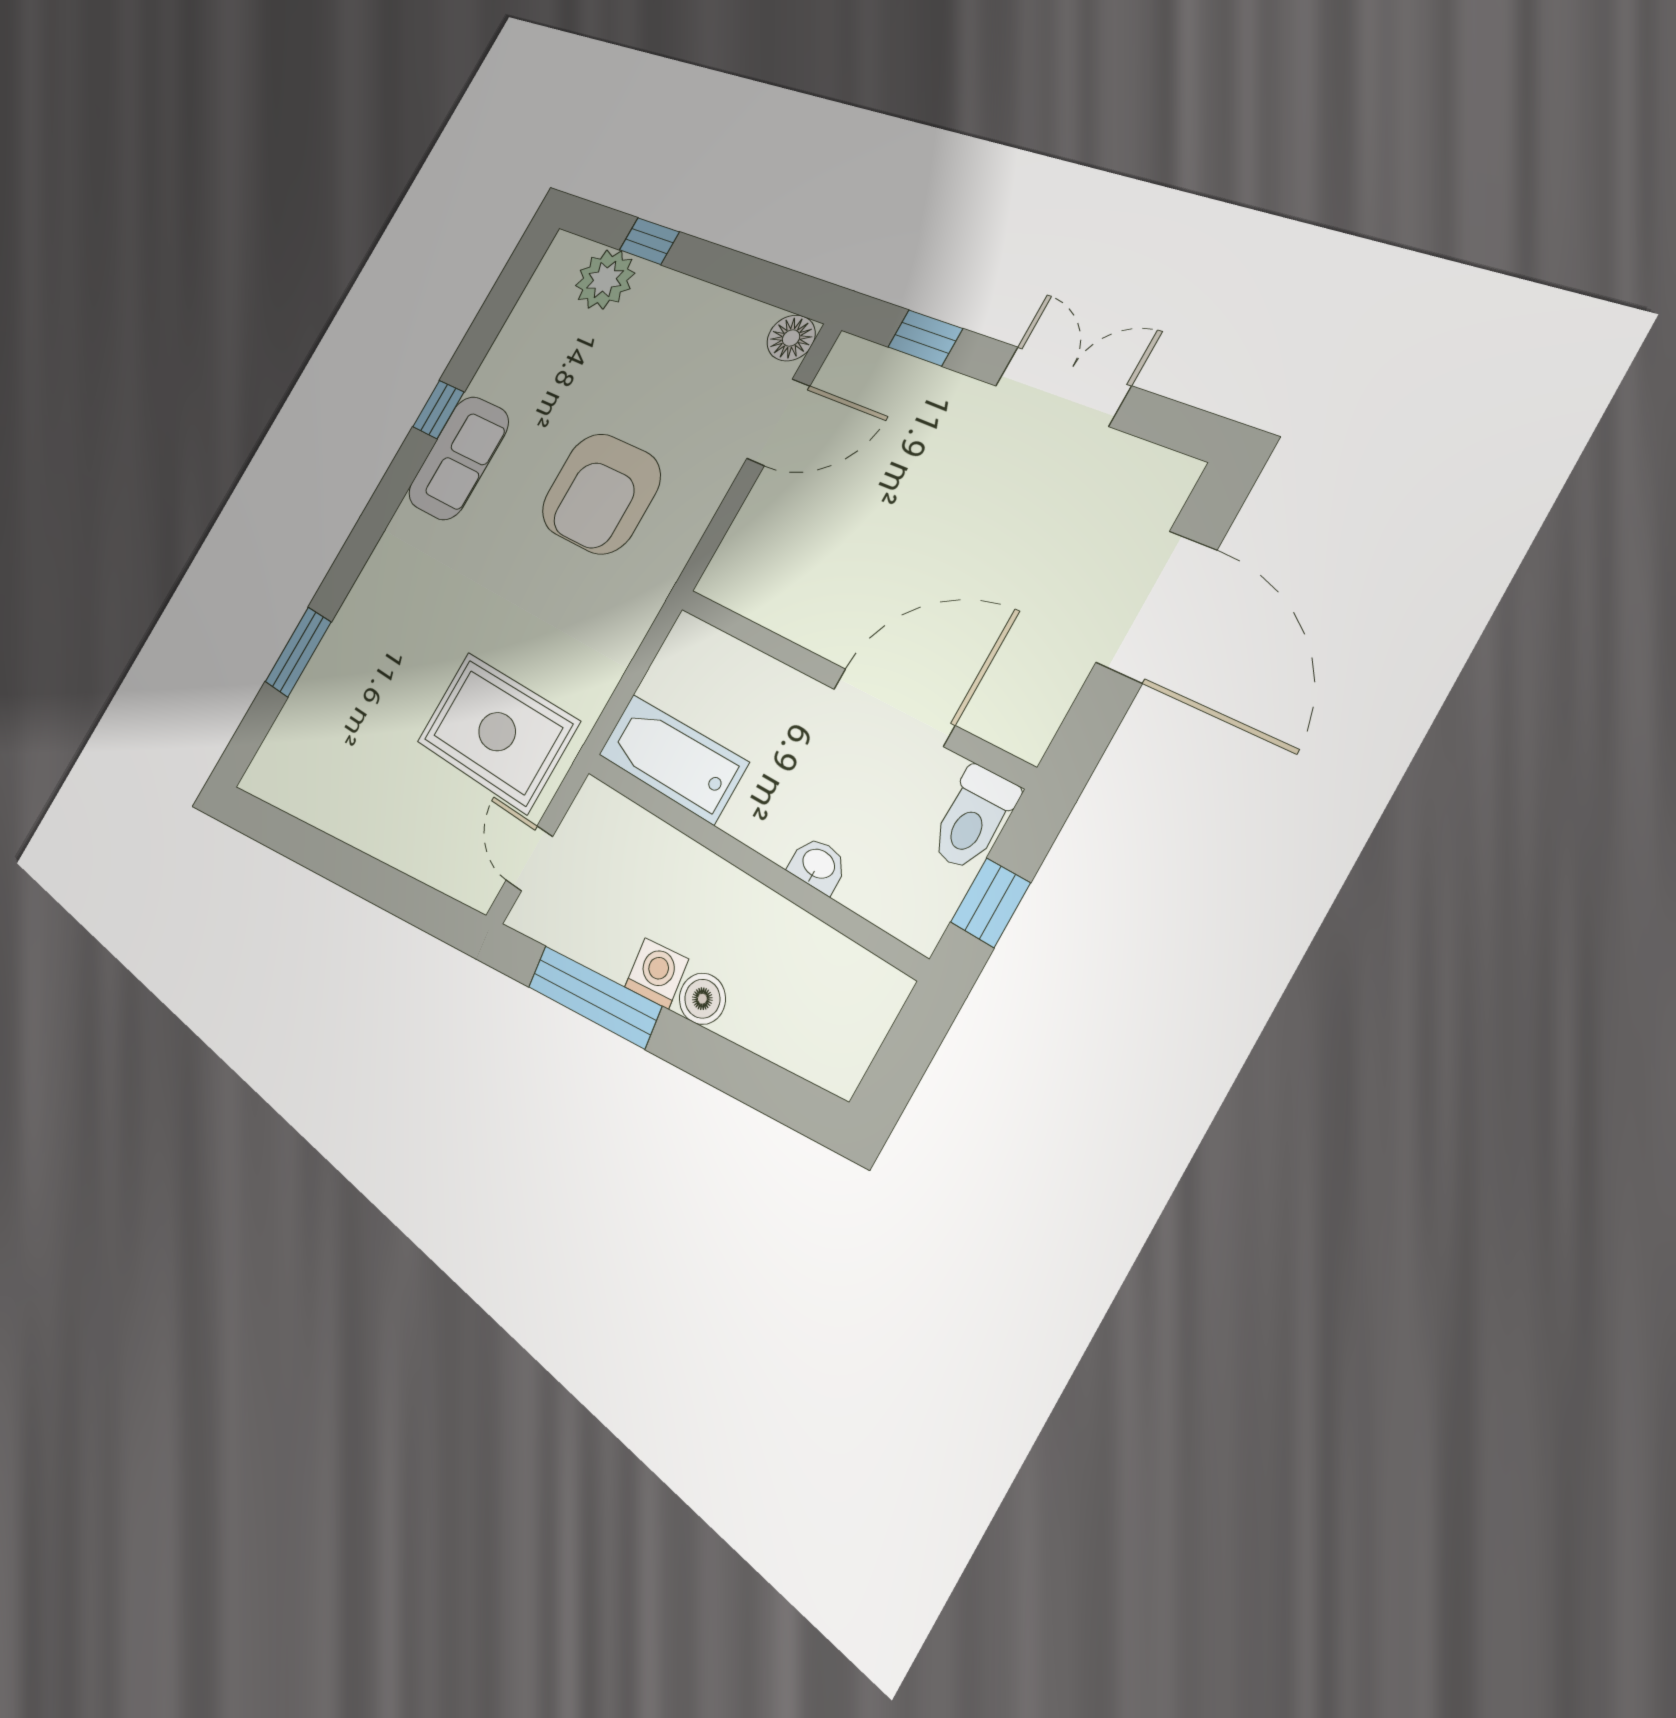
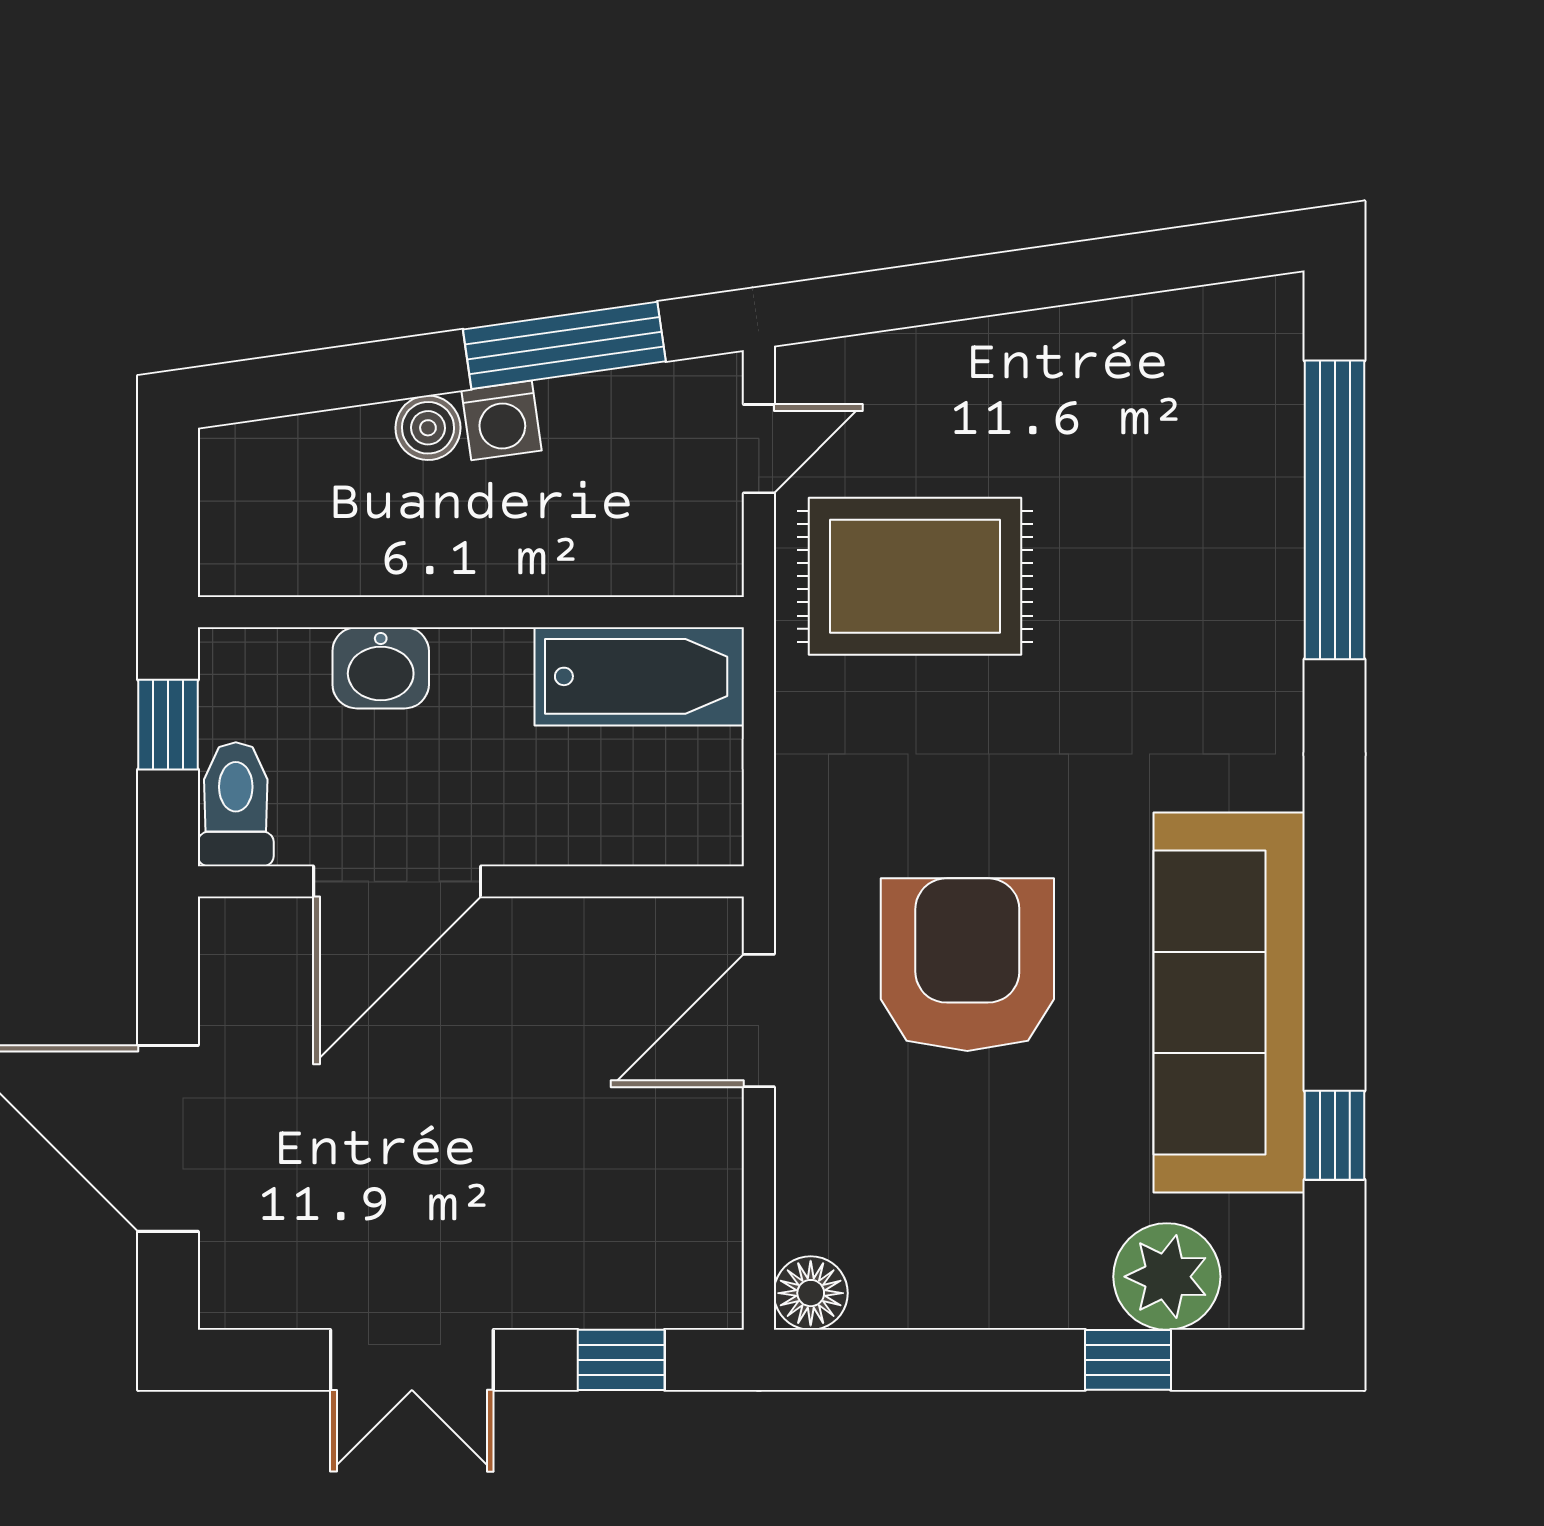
window: (438, 409) -> (1335, 1135), moved
door: (778, 422) -> (759, 1020), moved
sofa: (458, 458) -> (1229, 1003), width x1.85, depth x1.27
window: (298, 652) -> (1335, 510), width x2.11
door: (529, 858) -> (759, 449), hinge flipped
washbasin: (818, 865) -> (381, 668), width x1.38, depth x1.45

